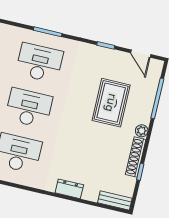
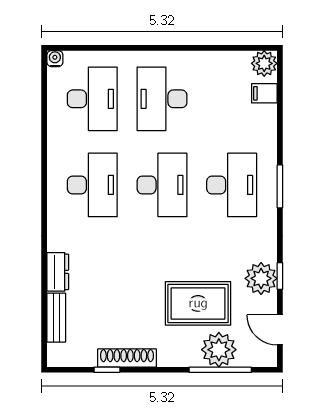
door: (141, 54) -> (280, 330), hinge flipped
plant: (105, 58) -> (261, 278), added
plant: (142, 131) -> (219, 350), moved, width x1.88, depth x1.88
bench: (115, 201) -> (56, 318), moved

